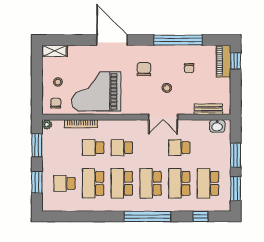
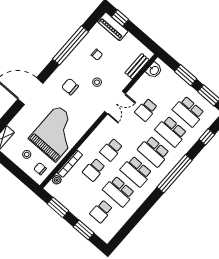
grand piano: (96, 91) -> (57, 134), turned 180
plant: (47, 125) -> (57, 180), moved

